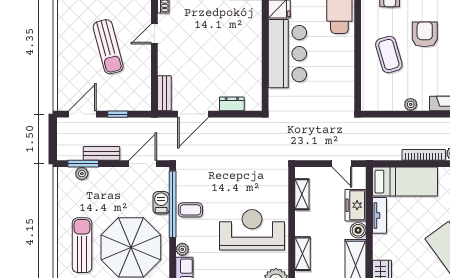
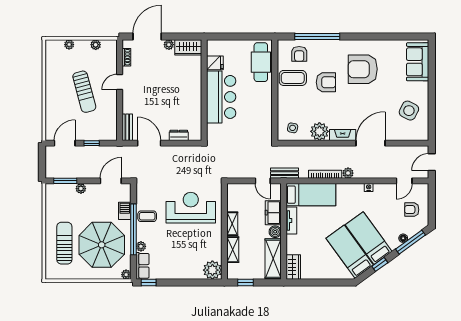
armchair: (425, 34) -> (326, 82), turned 90
coffee table: (389, 55) -> (293, 78), moved, turned -74
side table: (381, 94) -> (293, 128), added
plant: (411, 104) -> (319, 131), width x1.88, depth x1.88
door: (193, 114) -> (149, 143), swing flipped
bench: (101, 153) -> (284, 173), moved
plant: (82, 174) -> (81, 189), moved
shelving: (302, 194) -> (232, 224), moved
window: (173, 204) -> (133, 229), moved
reception desk: (252, 230) -> (191, 208), moved

